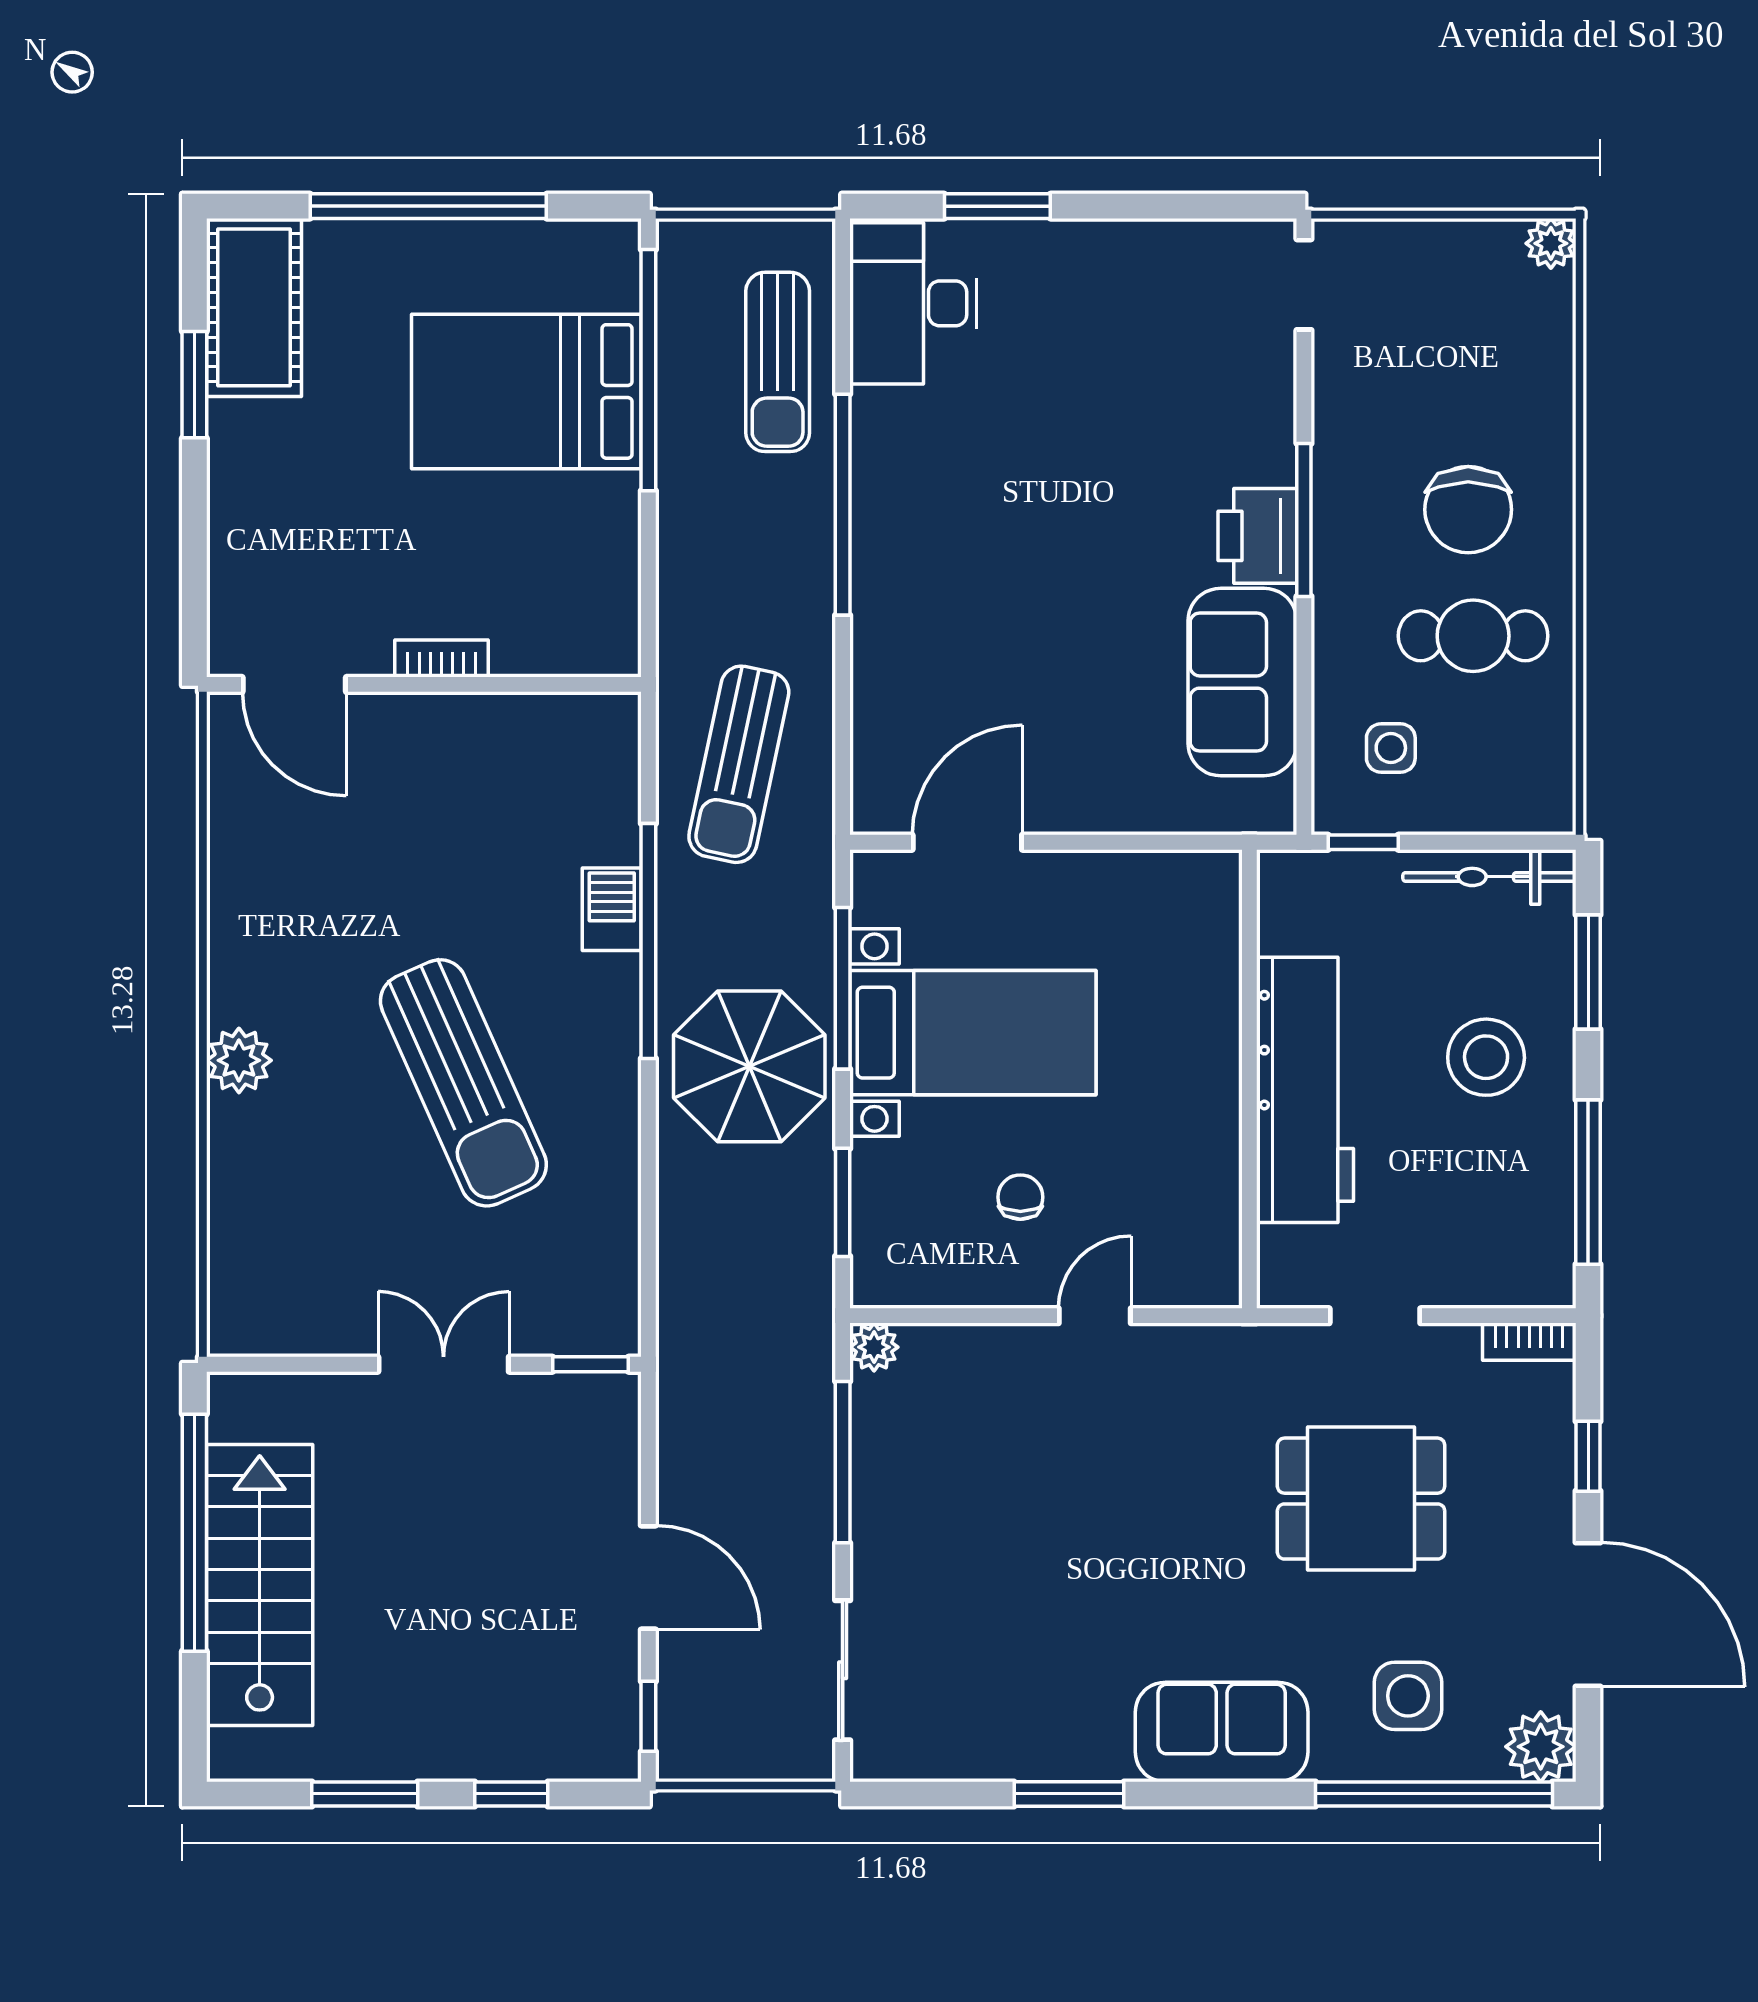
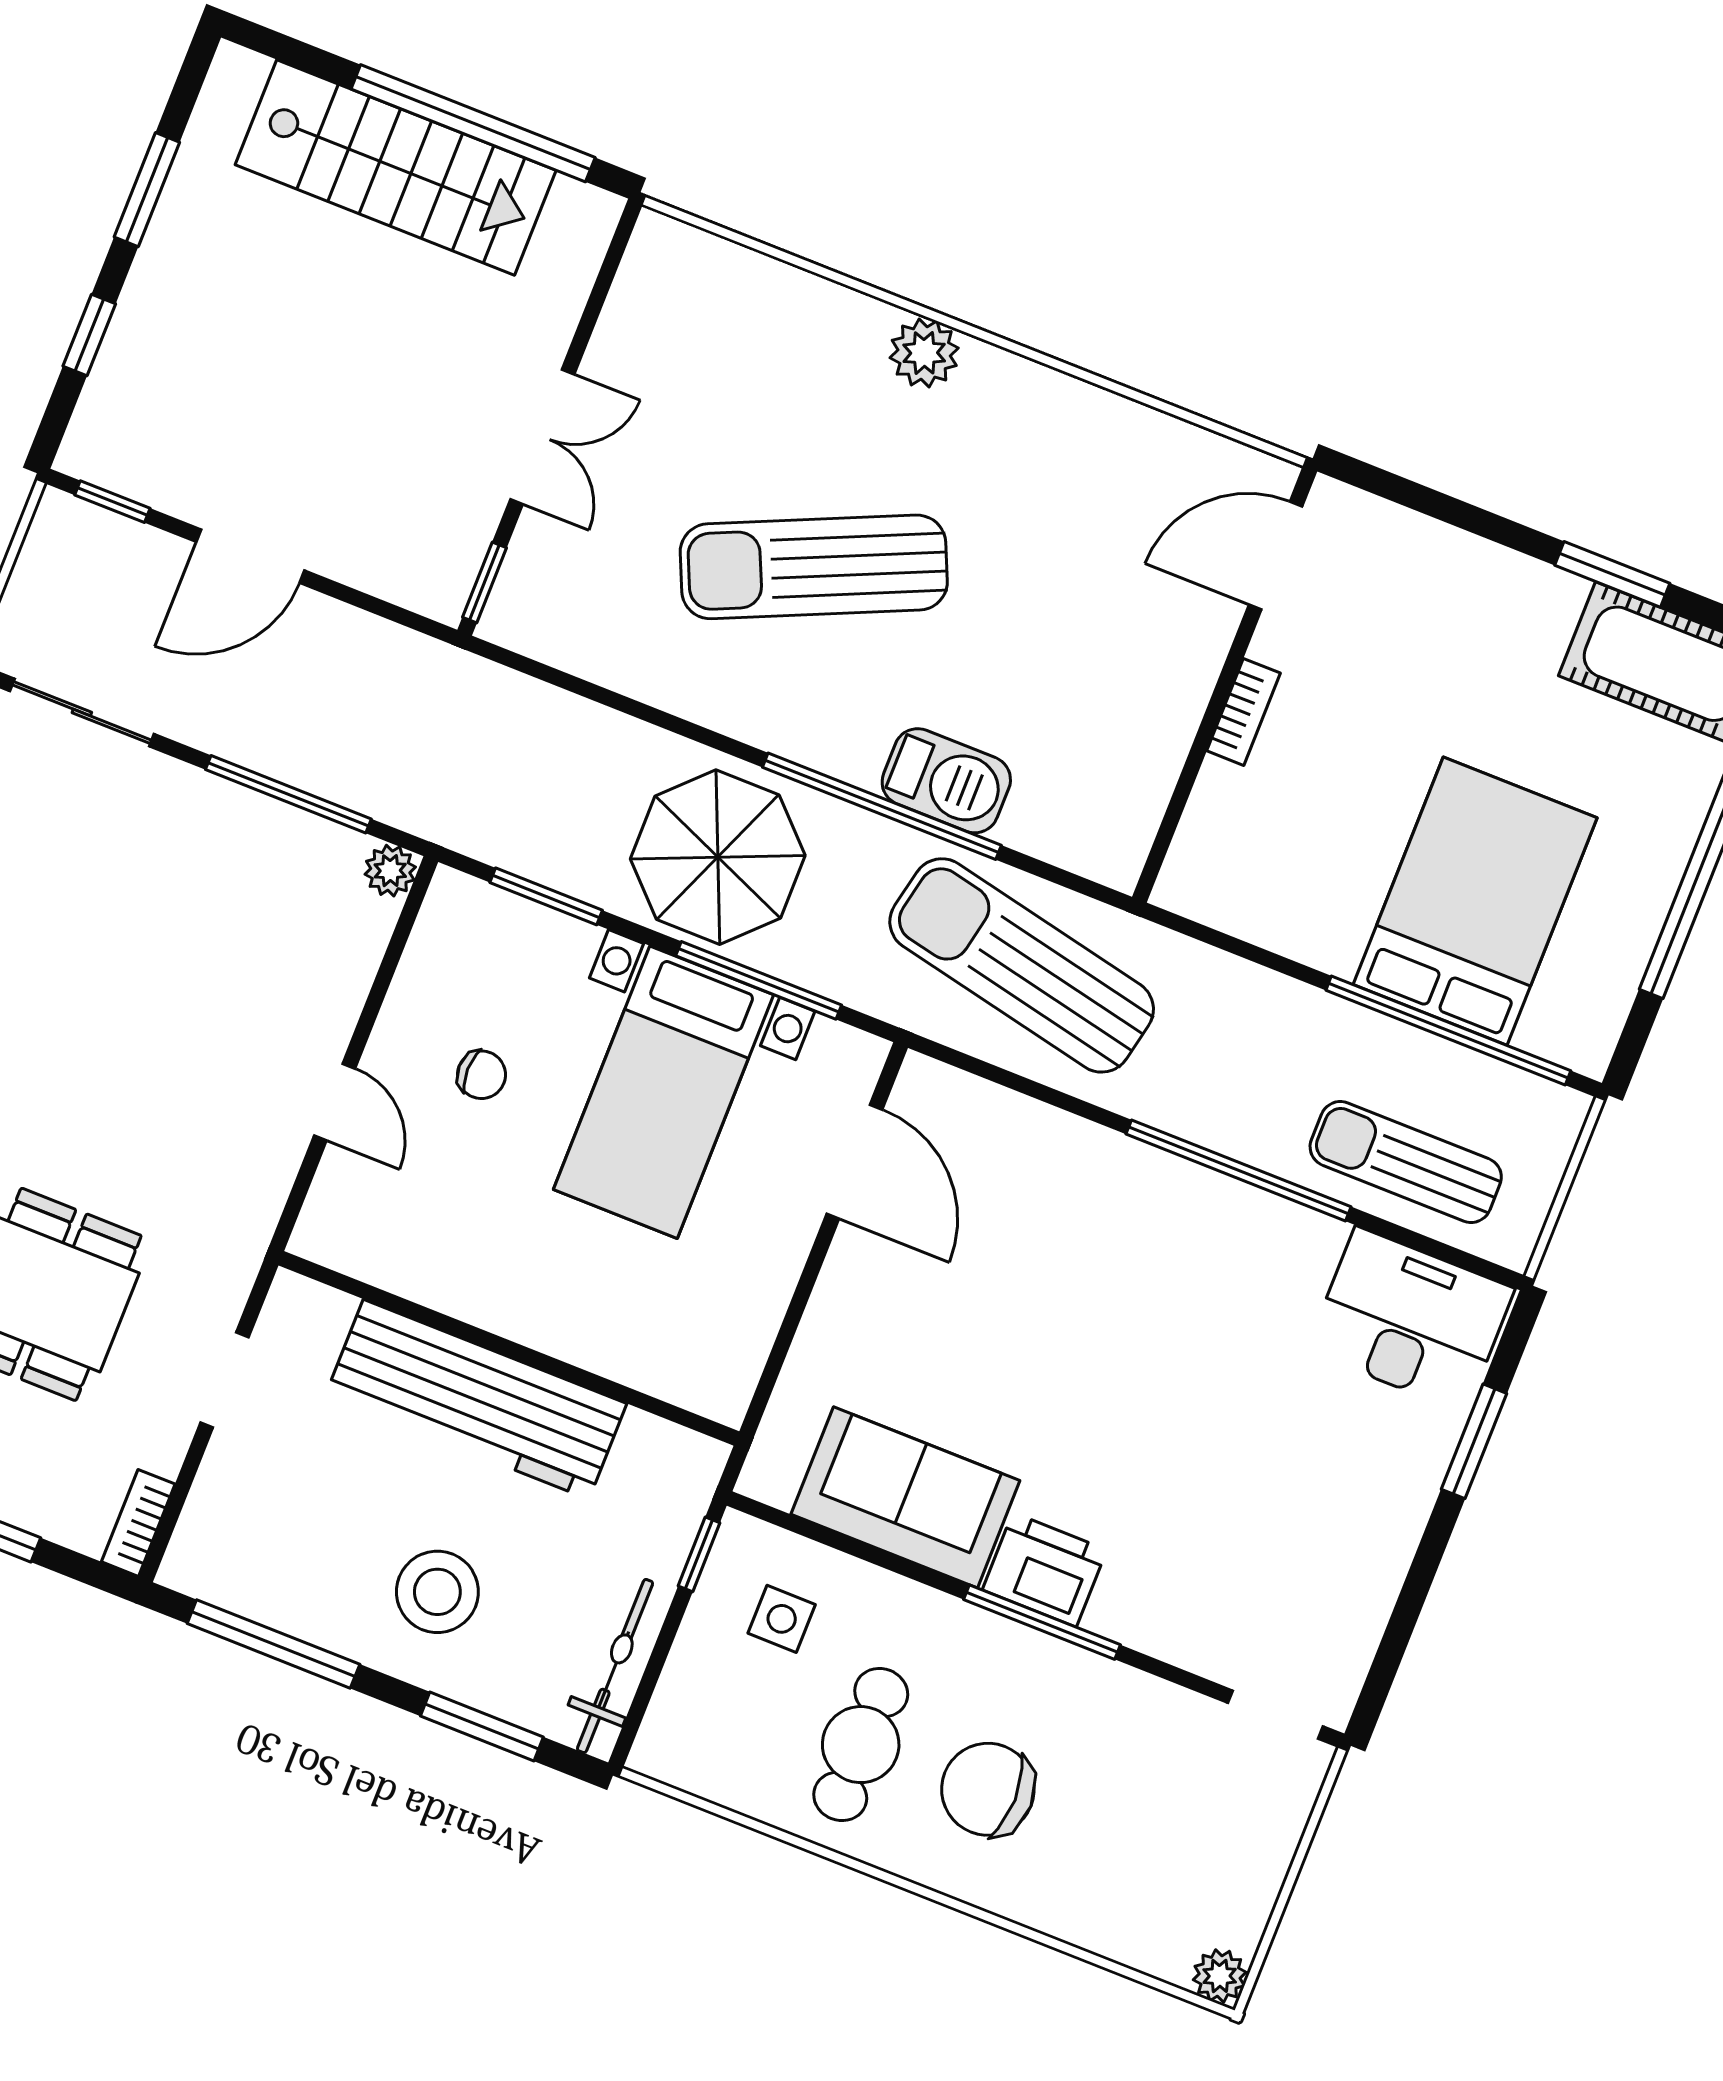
sun lounger: (739, 764) -> (1022, 965), width x1.36, depth x1.34
barbecue: (612, 909) -> (946, 781), width x1.38, depth x1.27

